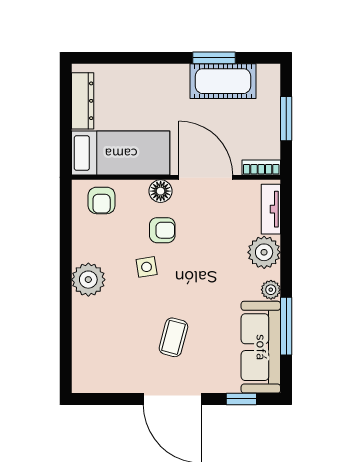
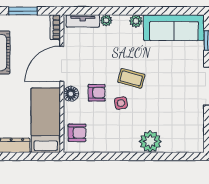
armchair: (162, 230) -> (97, 93), turned 90
plant: (264, 252) -> (106, 20), width x0.53, depth x0.53
plant: (88, 280) -> (150, 141), moved
window: (286, 326) -> (160, 11), removed
coffee table: (173, 337) -> (131, 78), moved

